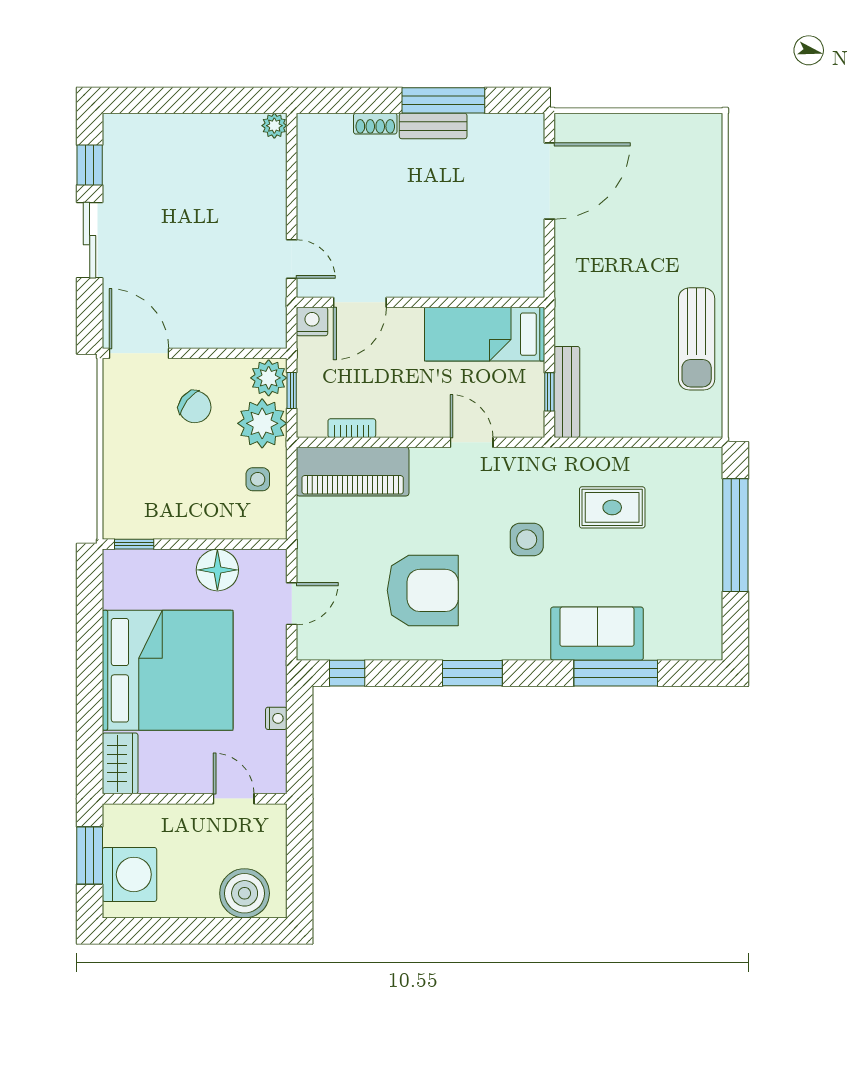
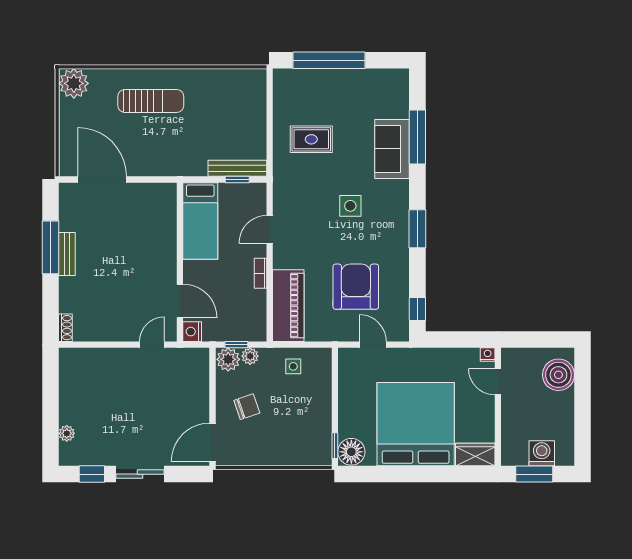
shoe rack: (375, 124) -> (65, 328), moved
plant: (274, 126) -> (67, 433), moved
plant: (699, 137) -> (74, 83), added
sun lounger: (697, 339) -> (151, 101), moved
chair: (195, 407) -> (247, 407), turned 33
plant: (262, 423) -> (250, 356), width x0.53, depth x0.53
bookcase: (352, 428) -> (260, 273), moved
rug: (612, 507) -> (311, 139), turned 90
side table: (527, 540) -> (350, 206), moved
floor lamp: (217, 570) -> (351, 452), moved
armchair: (423, 590) -> (356, 287), moved
nightstand: (276, 718) -> (488, 354), moved
door: (234, 799) -> (498, 382), hinge flipped
washing machine: (129, 874) -> (542, 453), width x0.73, depth x0.73

